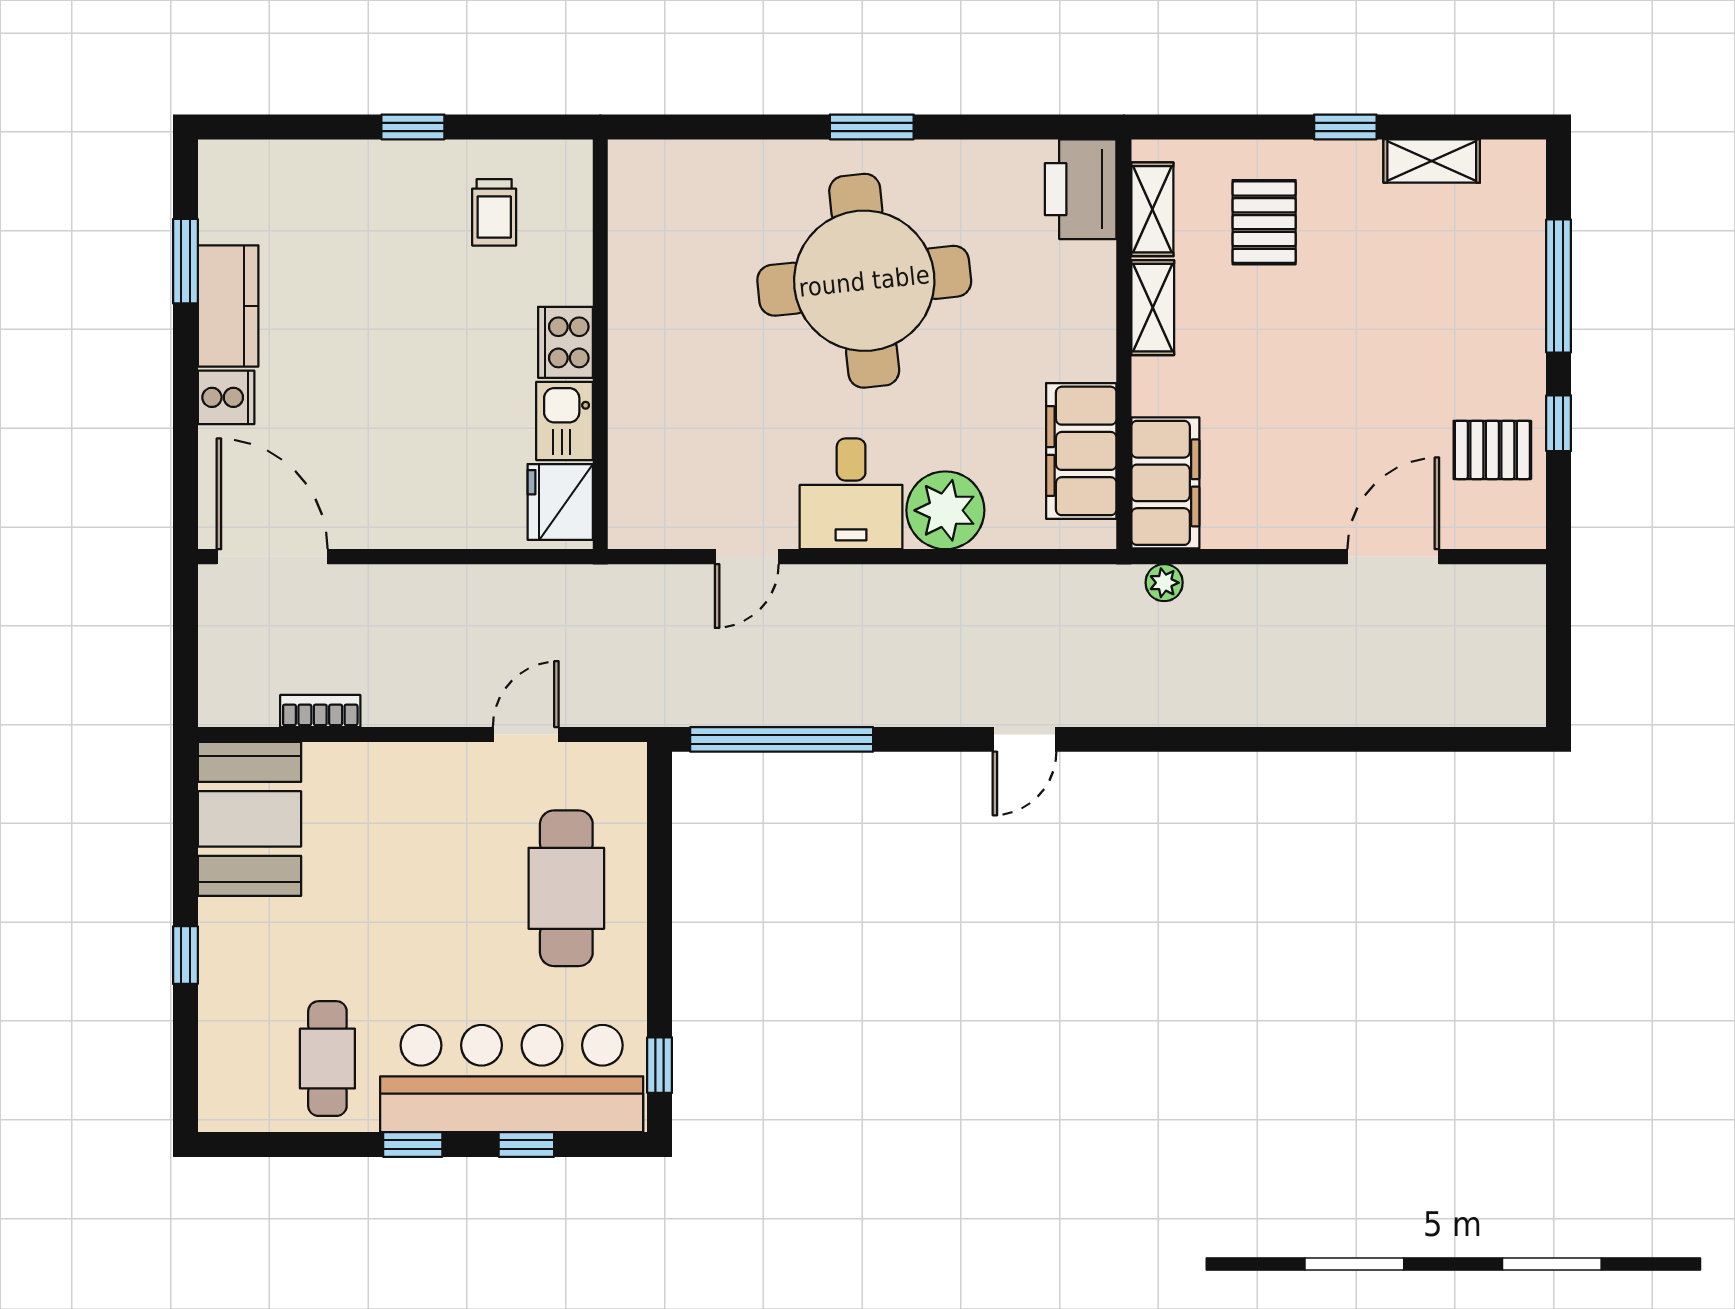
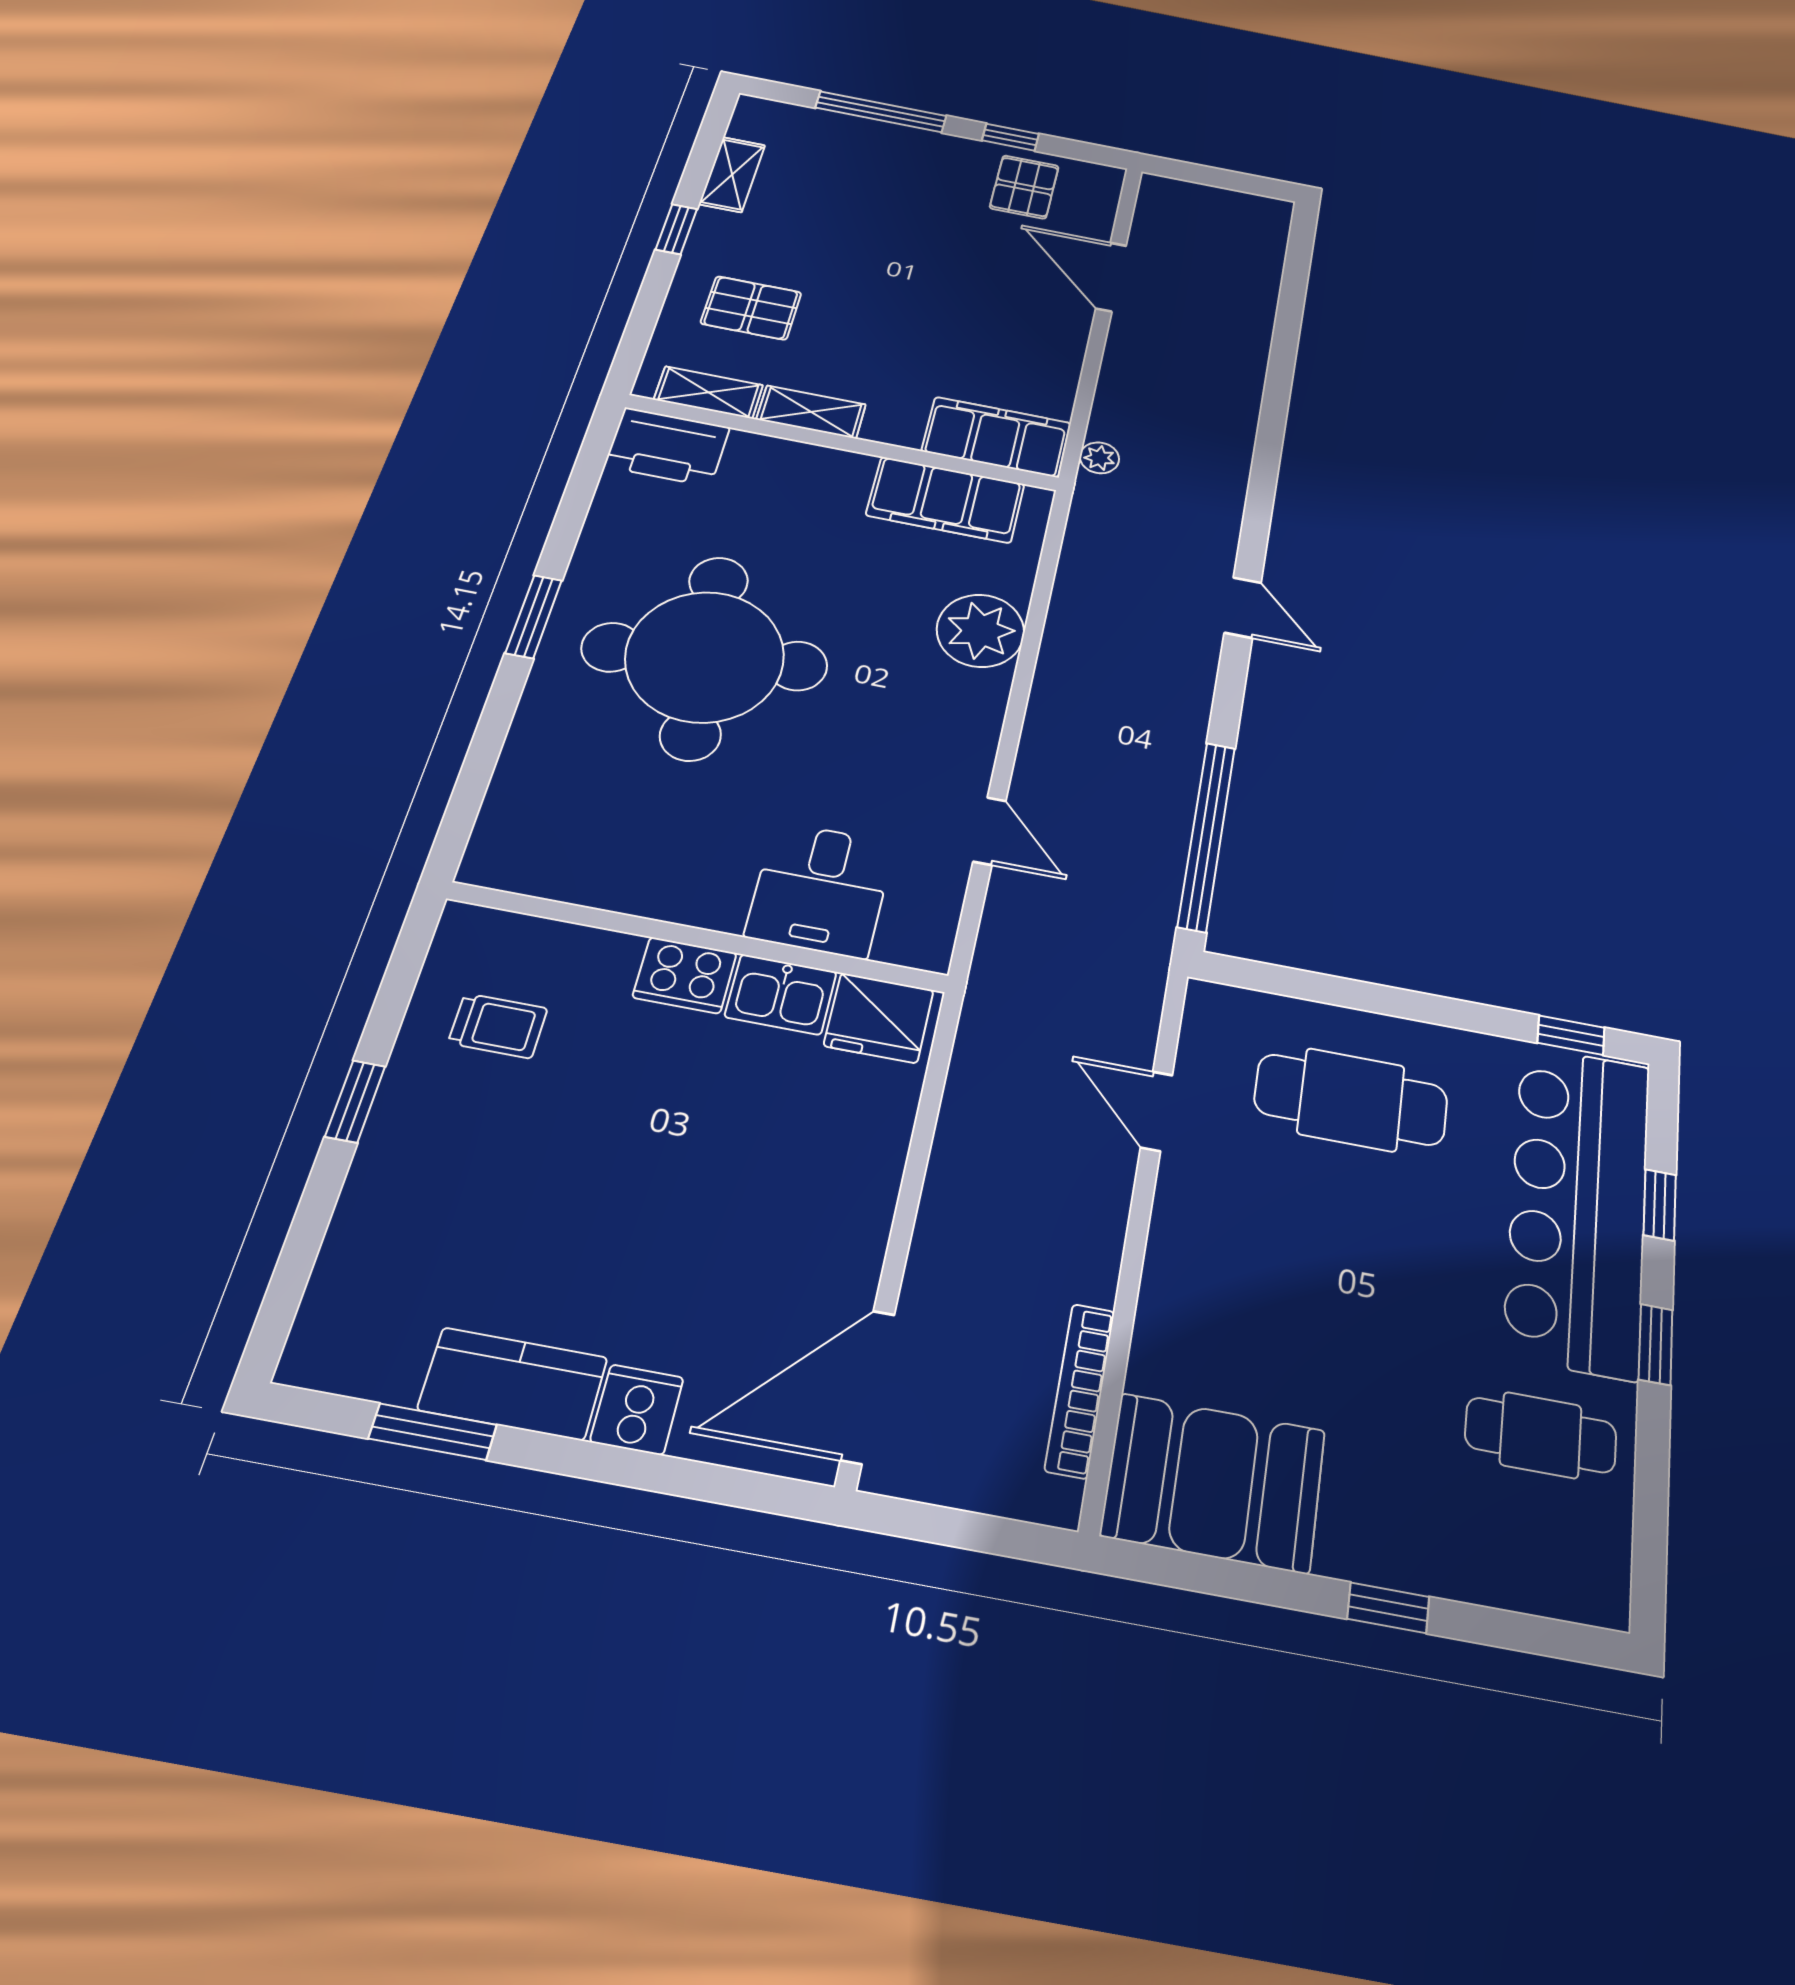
desk: (851, 494) -> (820, 889), moved, turned 90
bookcase: (320, 711) -> (1080, 1390), width x1.56

